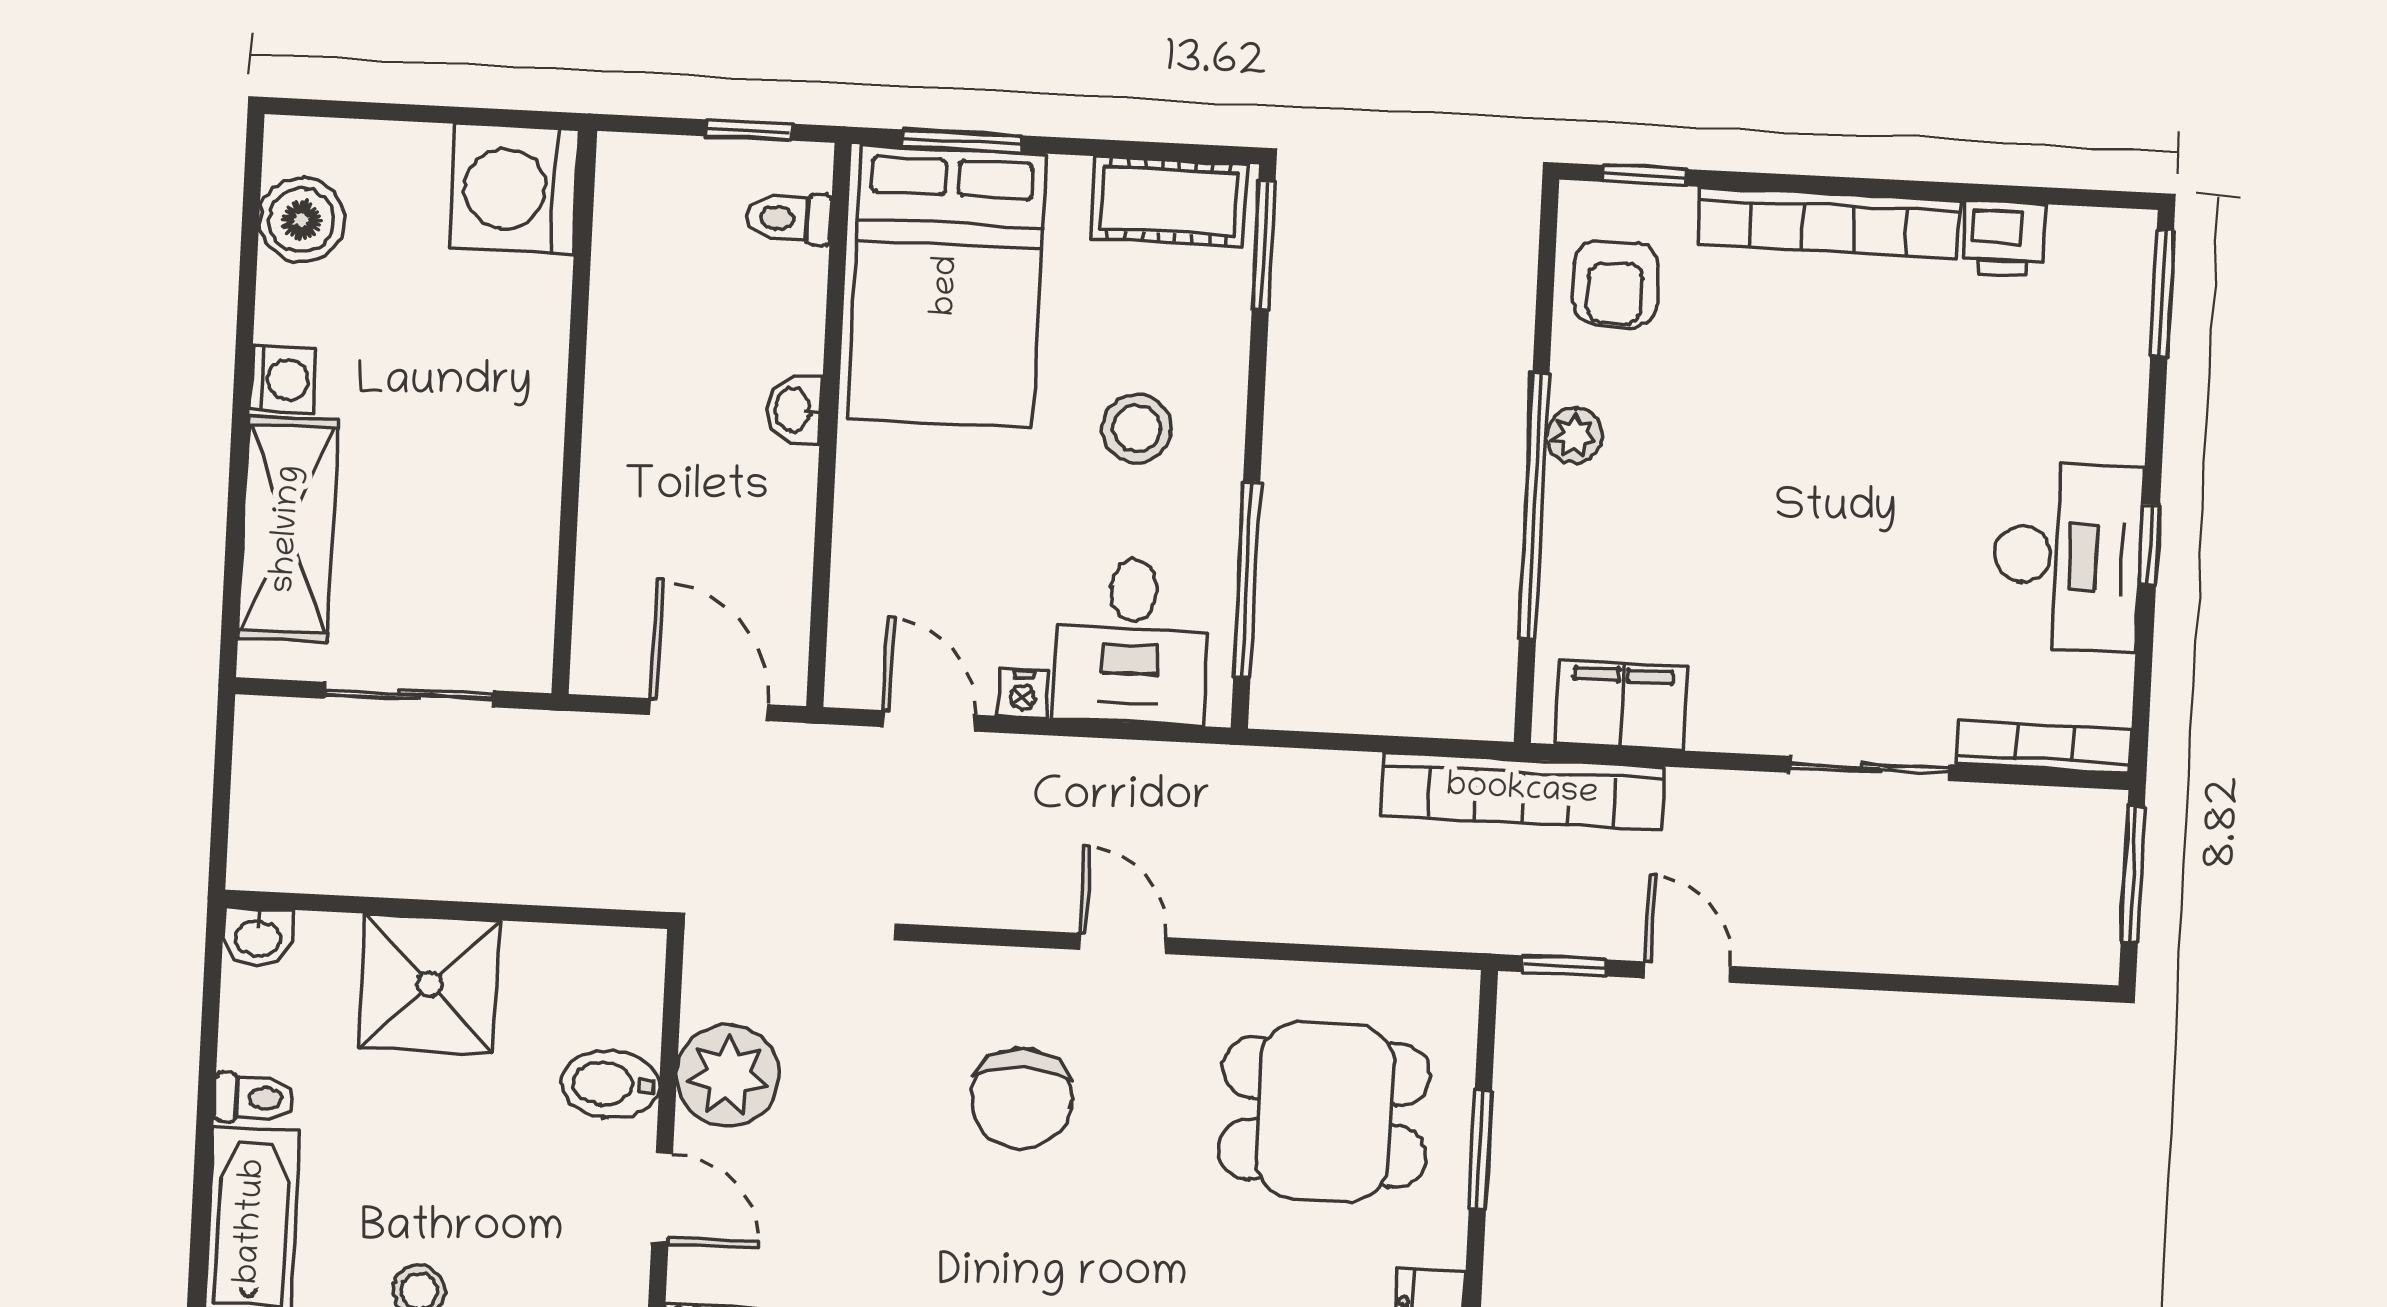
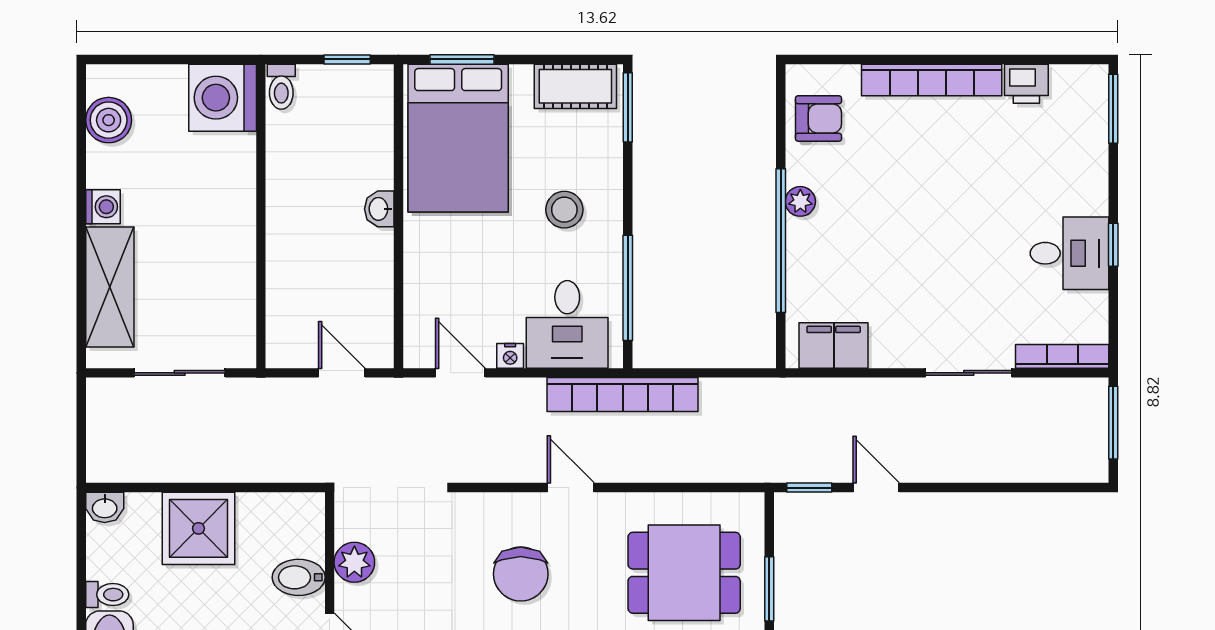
window: (1644, 175) -> (831, 59), removed
toilet: (789, 218) -> (281, 87), moved, turned -90
armchair: (1616, 283) -> (819, 118), turned -90
desk: (2068, 556) -> (1070, 253), width x0.73
door: (709, 710) -> (342, 373), width x0.73
bookcase: (1522, 791) -> (623, 395), moved
plant: (728, 1076) -> (354, 562), width x0.73, depth x0.73

